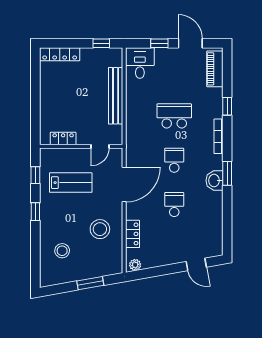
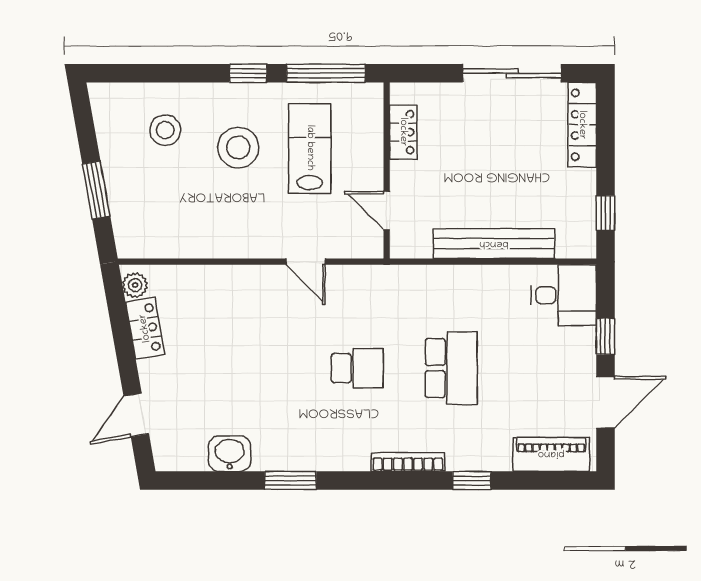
sliding door: (35, 87) -> (512, 73), added
window: (227, 173) -> (290, 481), moved
window: (35, 175) -> (326, 73), width x2.17
washbasin: (214, 181) -> (230, 454), moved
lab bench: (71, 183) -> (310, 148), turned 180
door: (124, 185) -> (306, 262), width x0.53
school desk: (174, 204) -> (263, 368), removed
stool: (100, 229) -> (238, 148), moved
locker: (133, 234) -> (145, 328), moved, turned -100

